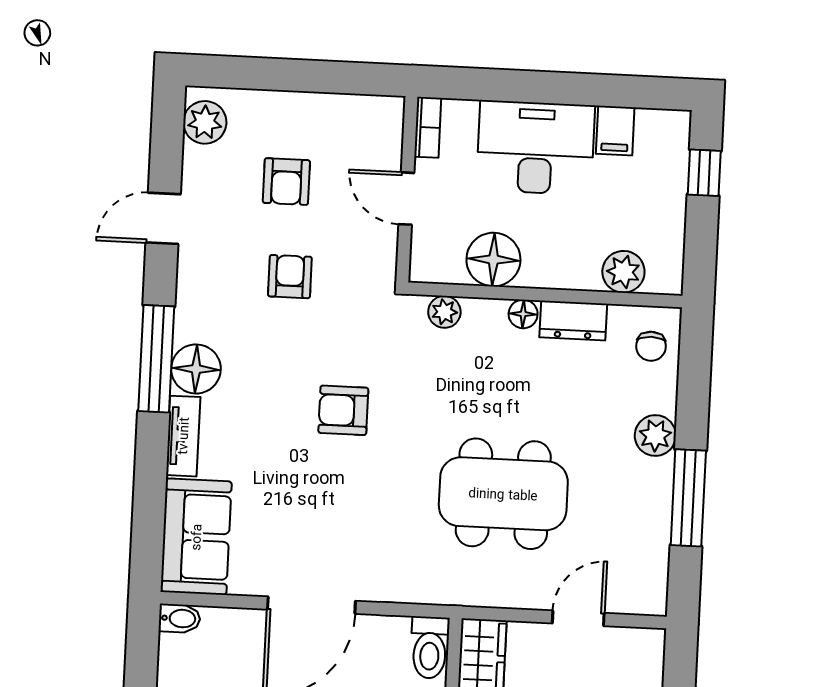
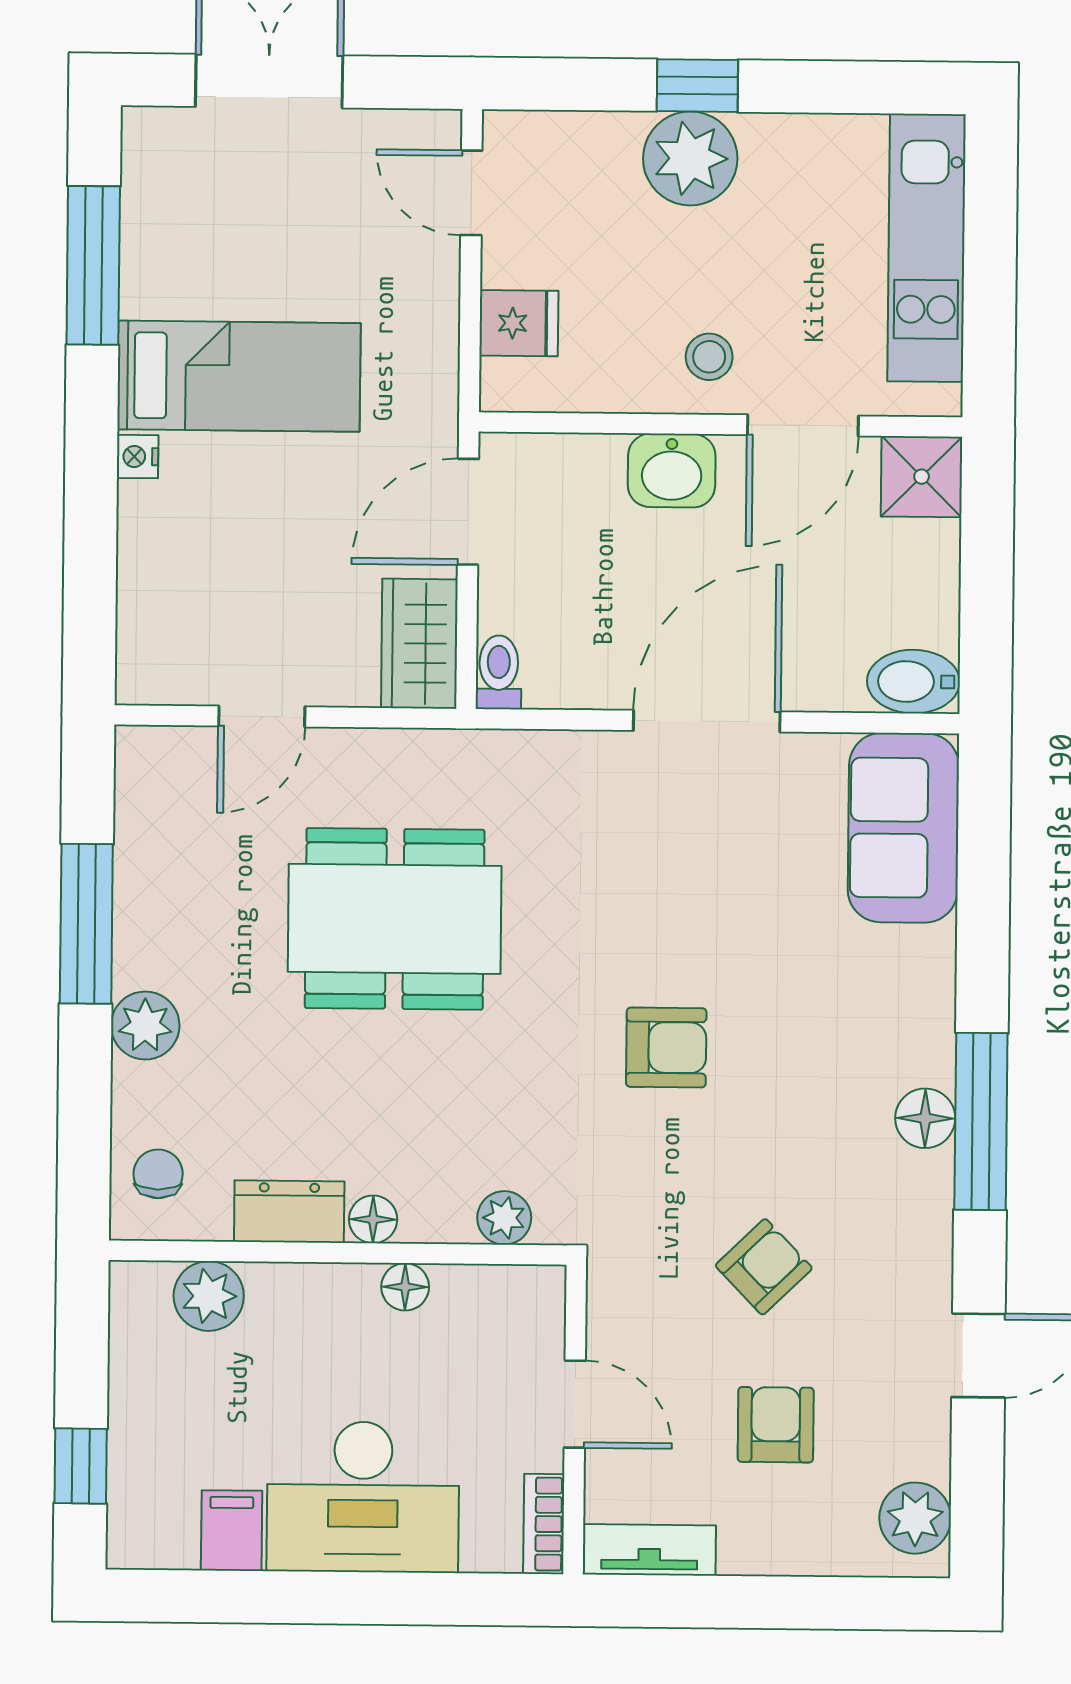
floor lamp: (493, 260) -> (405, 1287), width x0.53, depth x0.53
armchair: (290, 277) -> (764, 1267), turned -134
floor lamp: (196, 369) -> (925, 1118), width x0.73, depth x0.73
tv unit: (183, 436) -> (649, 1550), moved, turned 90
bidet: (180, 618) -> (913, 682), width x1.38, depth x1.36
toilet: (430, 648) -> (499, 672), width x0.73, depth x0.72

